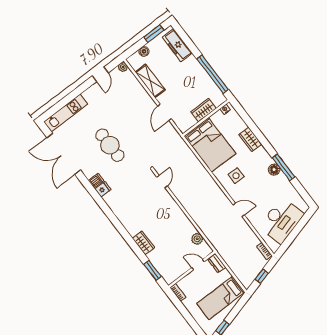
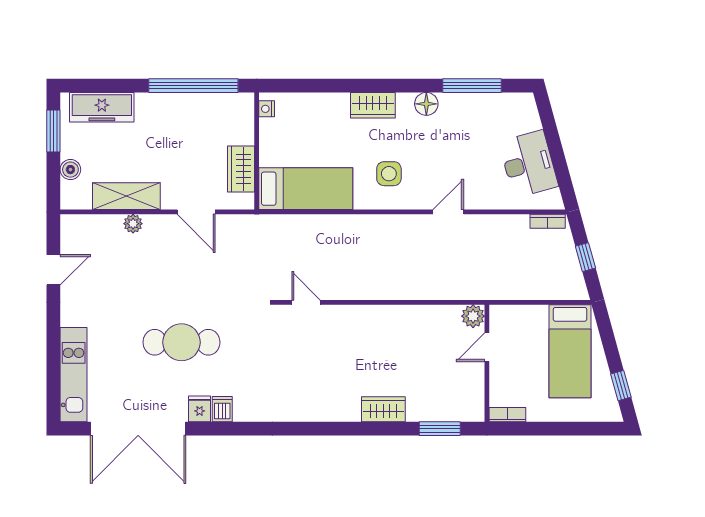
plant: (123, 67) -> (133, 224), moved
door: (100, 74) -> (53, 270), hinge flipped
wardrobe: (204, 110) -> (241, 169), moved
wardrobe: (250, 139) -> (373, 105), moved
bed: (210, 145) -> (306, 189), width x0.67
window: (284, 167) -> (472, 86), moved
fridge: (103, 189) -> (200, 409), moved
desk: (281, 221) -> (529, 164), width x0.73, depth x0.77
plant: (197, 239) -> (473, 316), moved
dresser: (217, 263) -> (508, 315), removed

